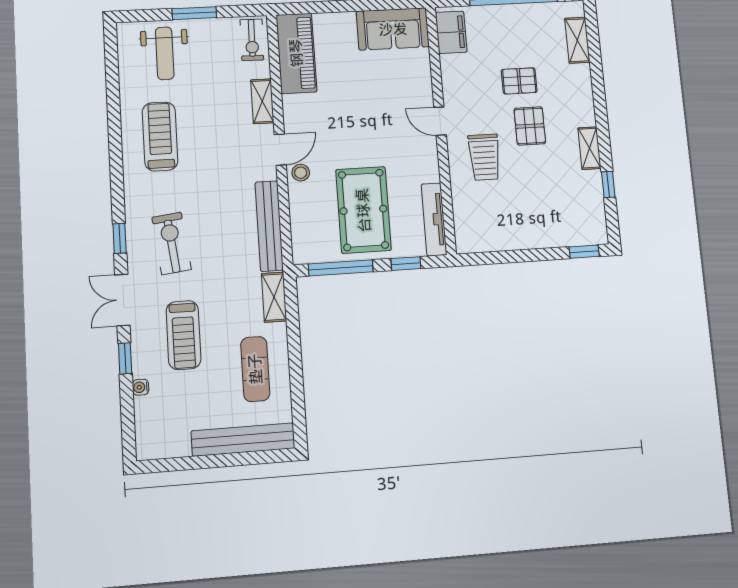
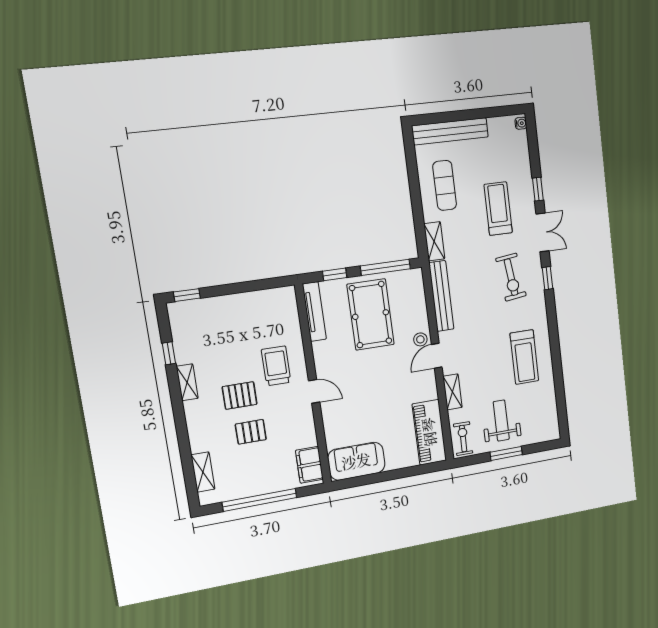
weight bench: (165, 53) -> (501, 421), moved
pallet: (530, 126) -> (240, 395), turned 90
water cooler: (140, 387) -> (521, 123), moved

